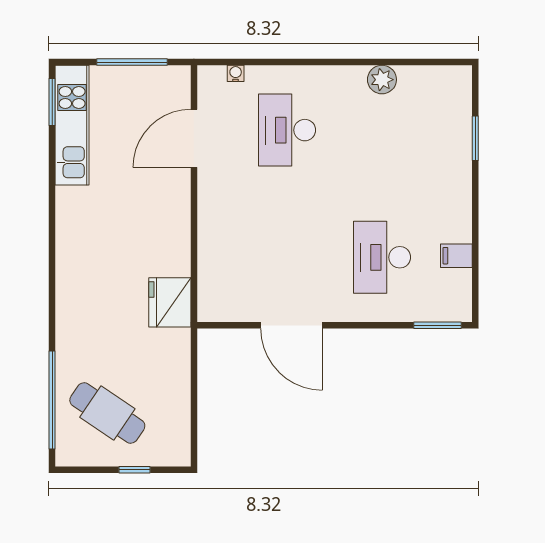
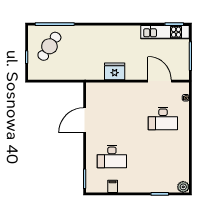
plant: (382, 80) -> (183, 187), moved
desk: (287, 130) -> (163, 118), turned 180
desk: (382, 257) -> (112, 157), turned 180
fridge: (170, 302) -> (115, 71), moved

